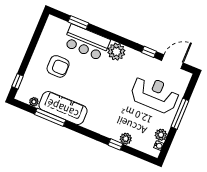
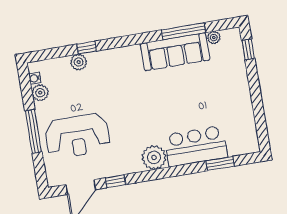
armchair: (58, 66) -> (212, 97), removed

